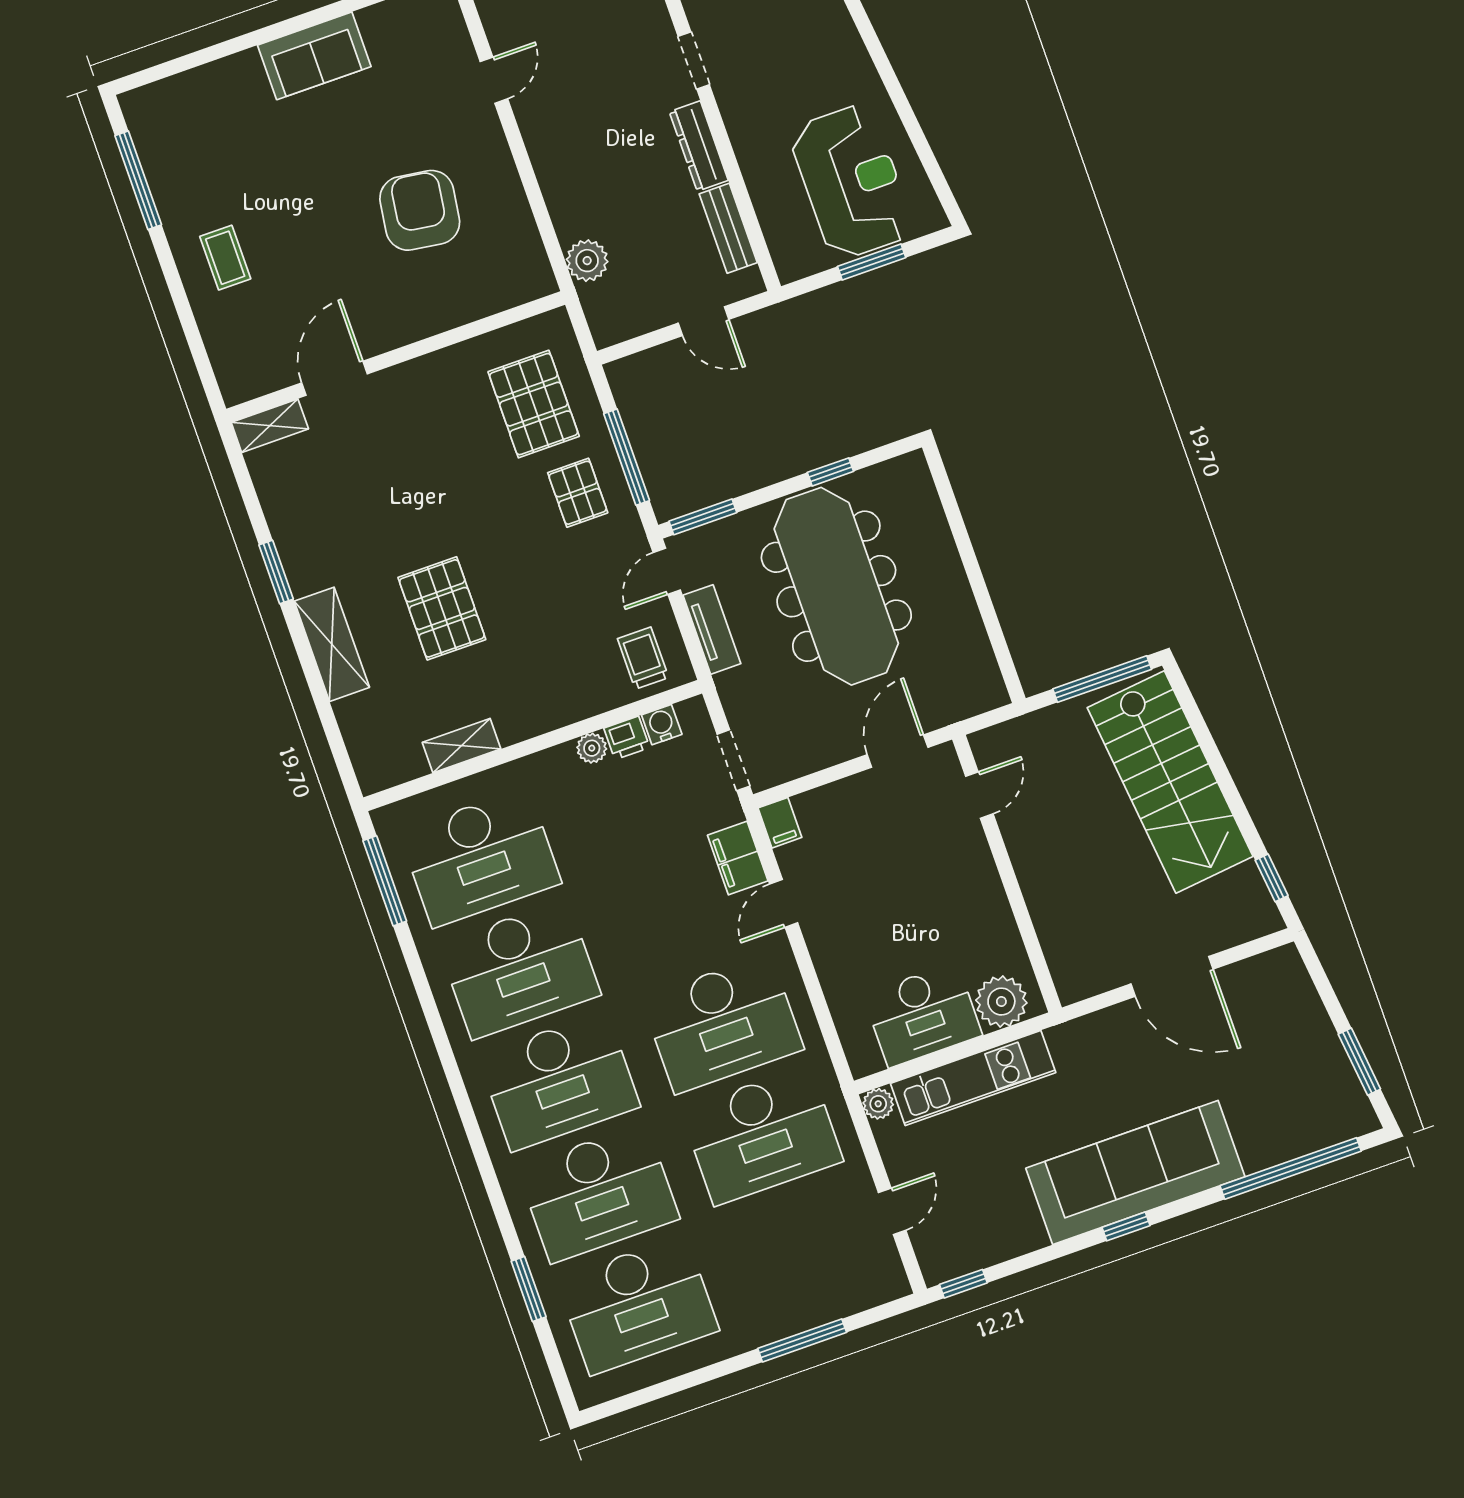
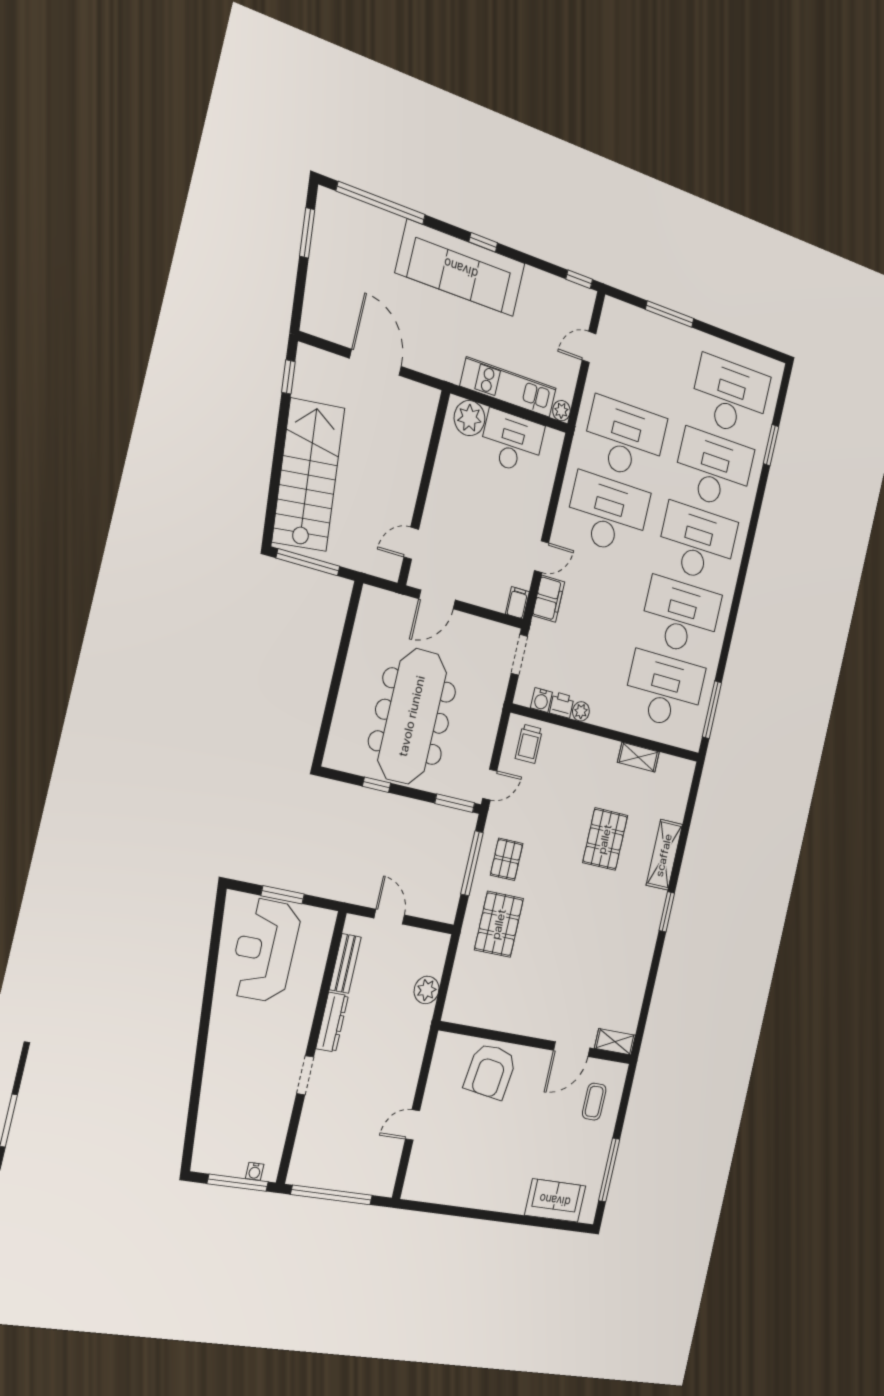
sofa: (314, 56) -> (555, 1200), moved
wall: (396, 357) -> (537, 1043), moved
door: (334, 378) -> (572, 1049), moved
shelving: (270, 426) -> (615, 1042), moved
tv unit: (712, 629) -> (487, 736), removed

